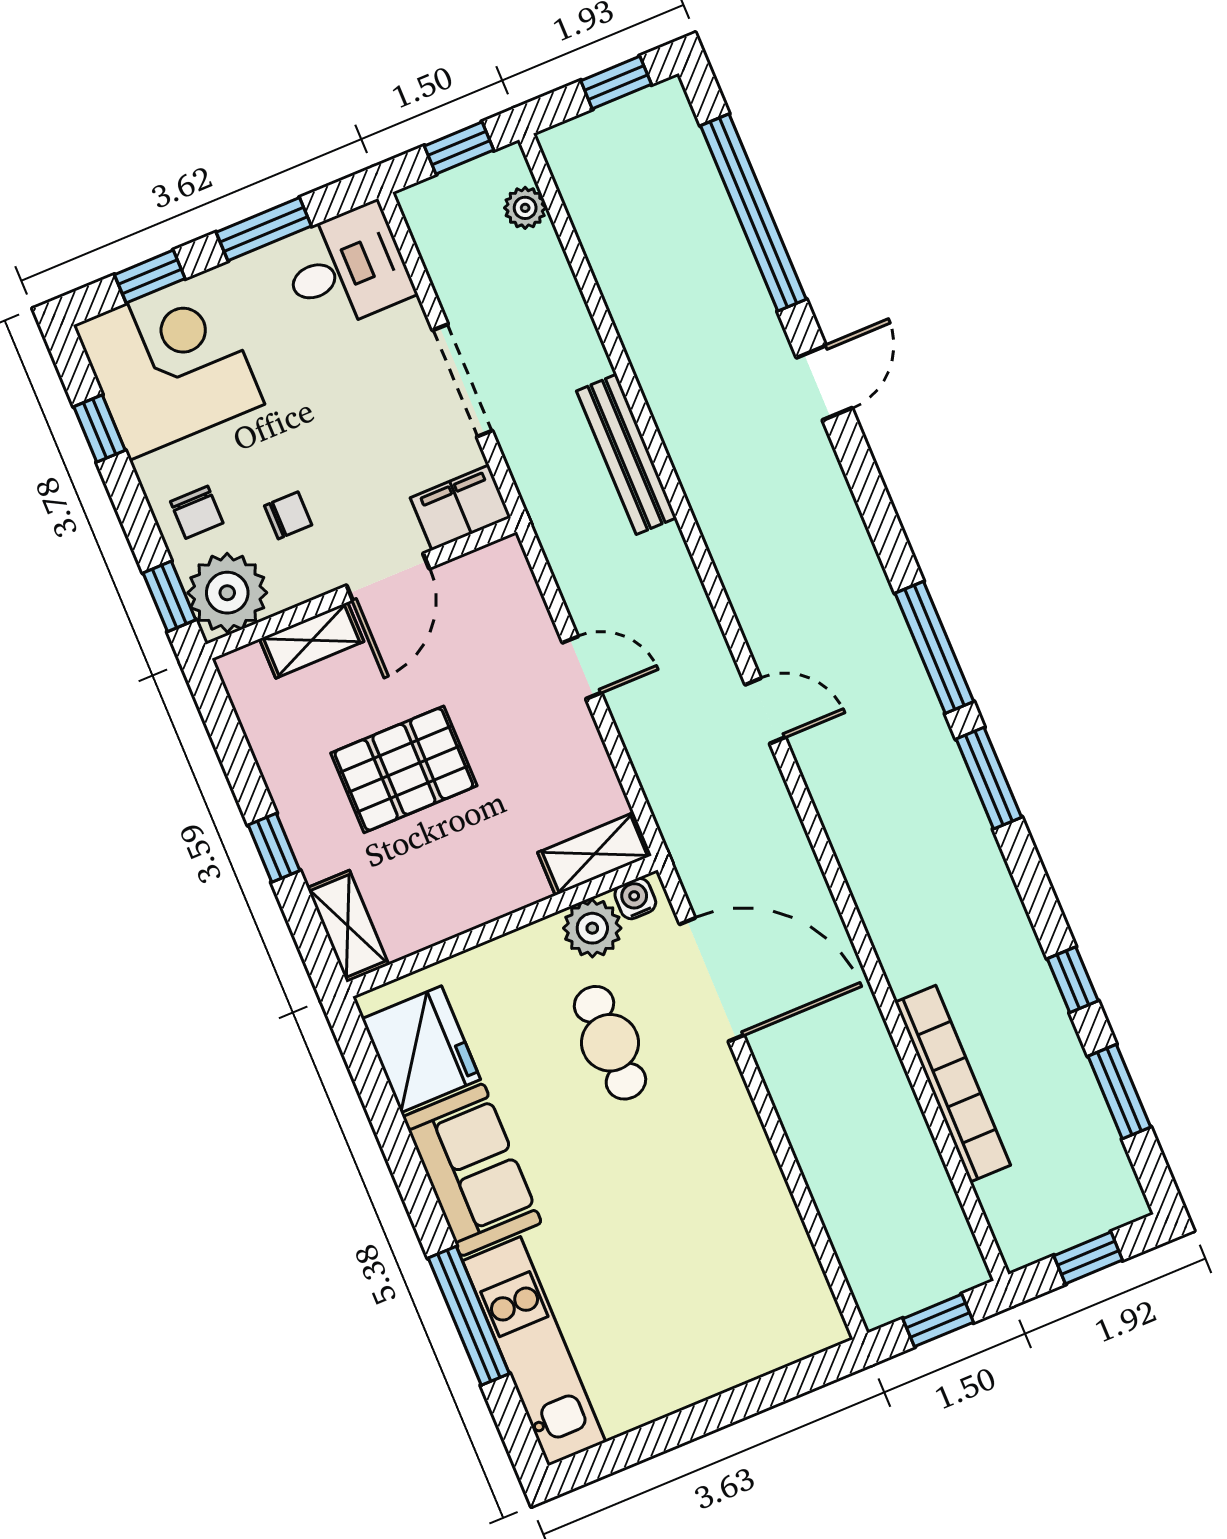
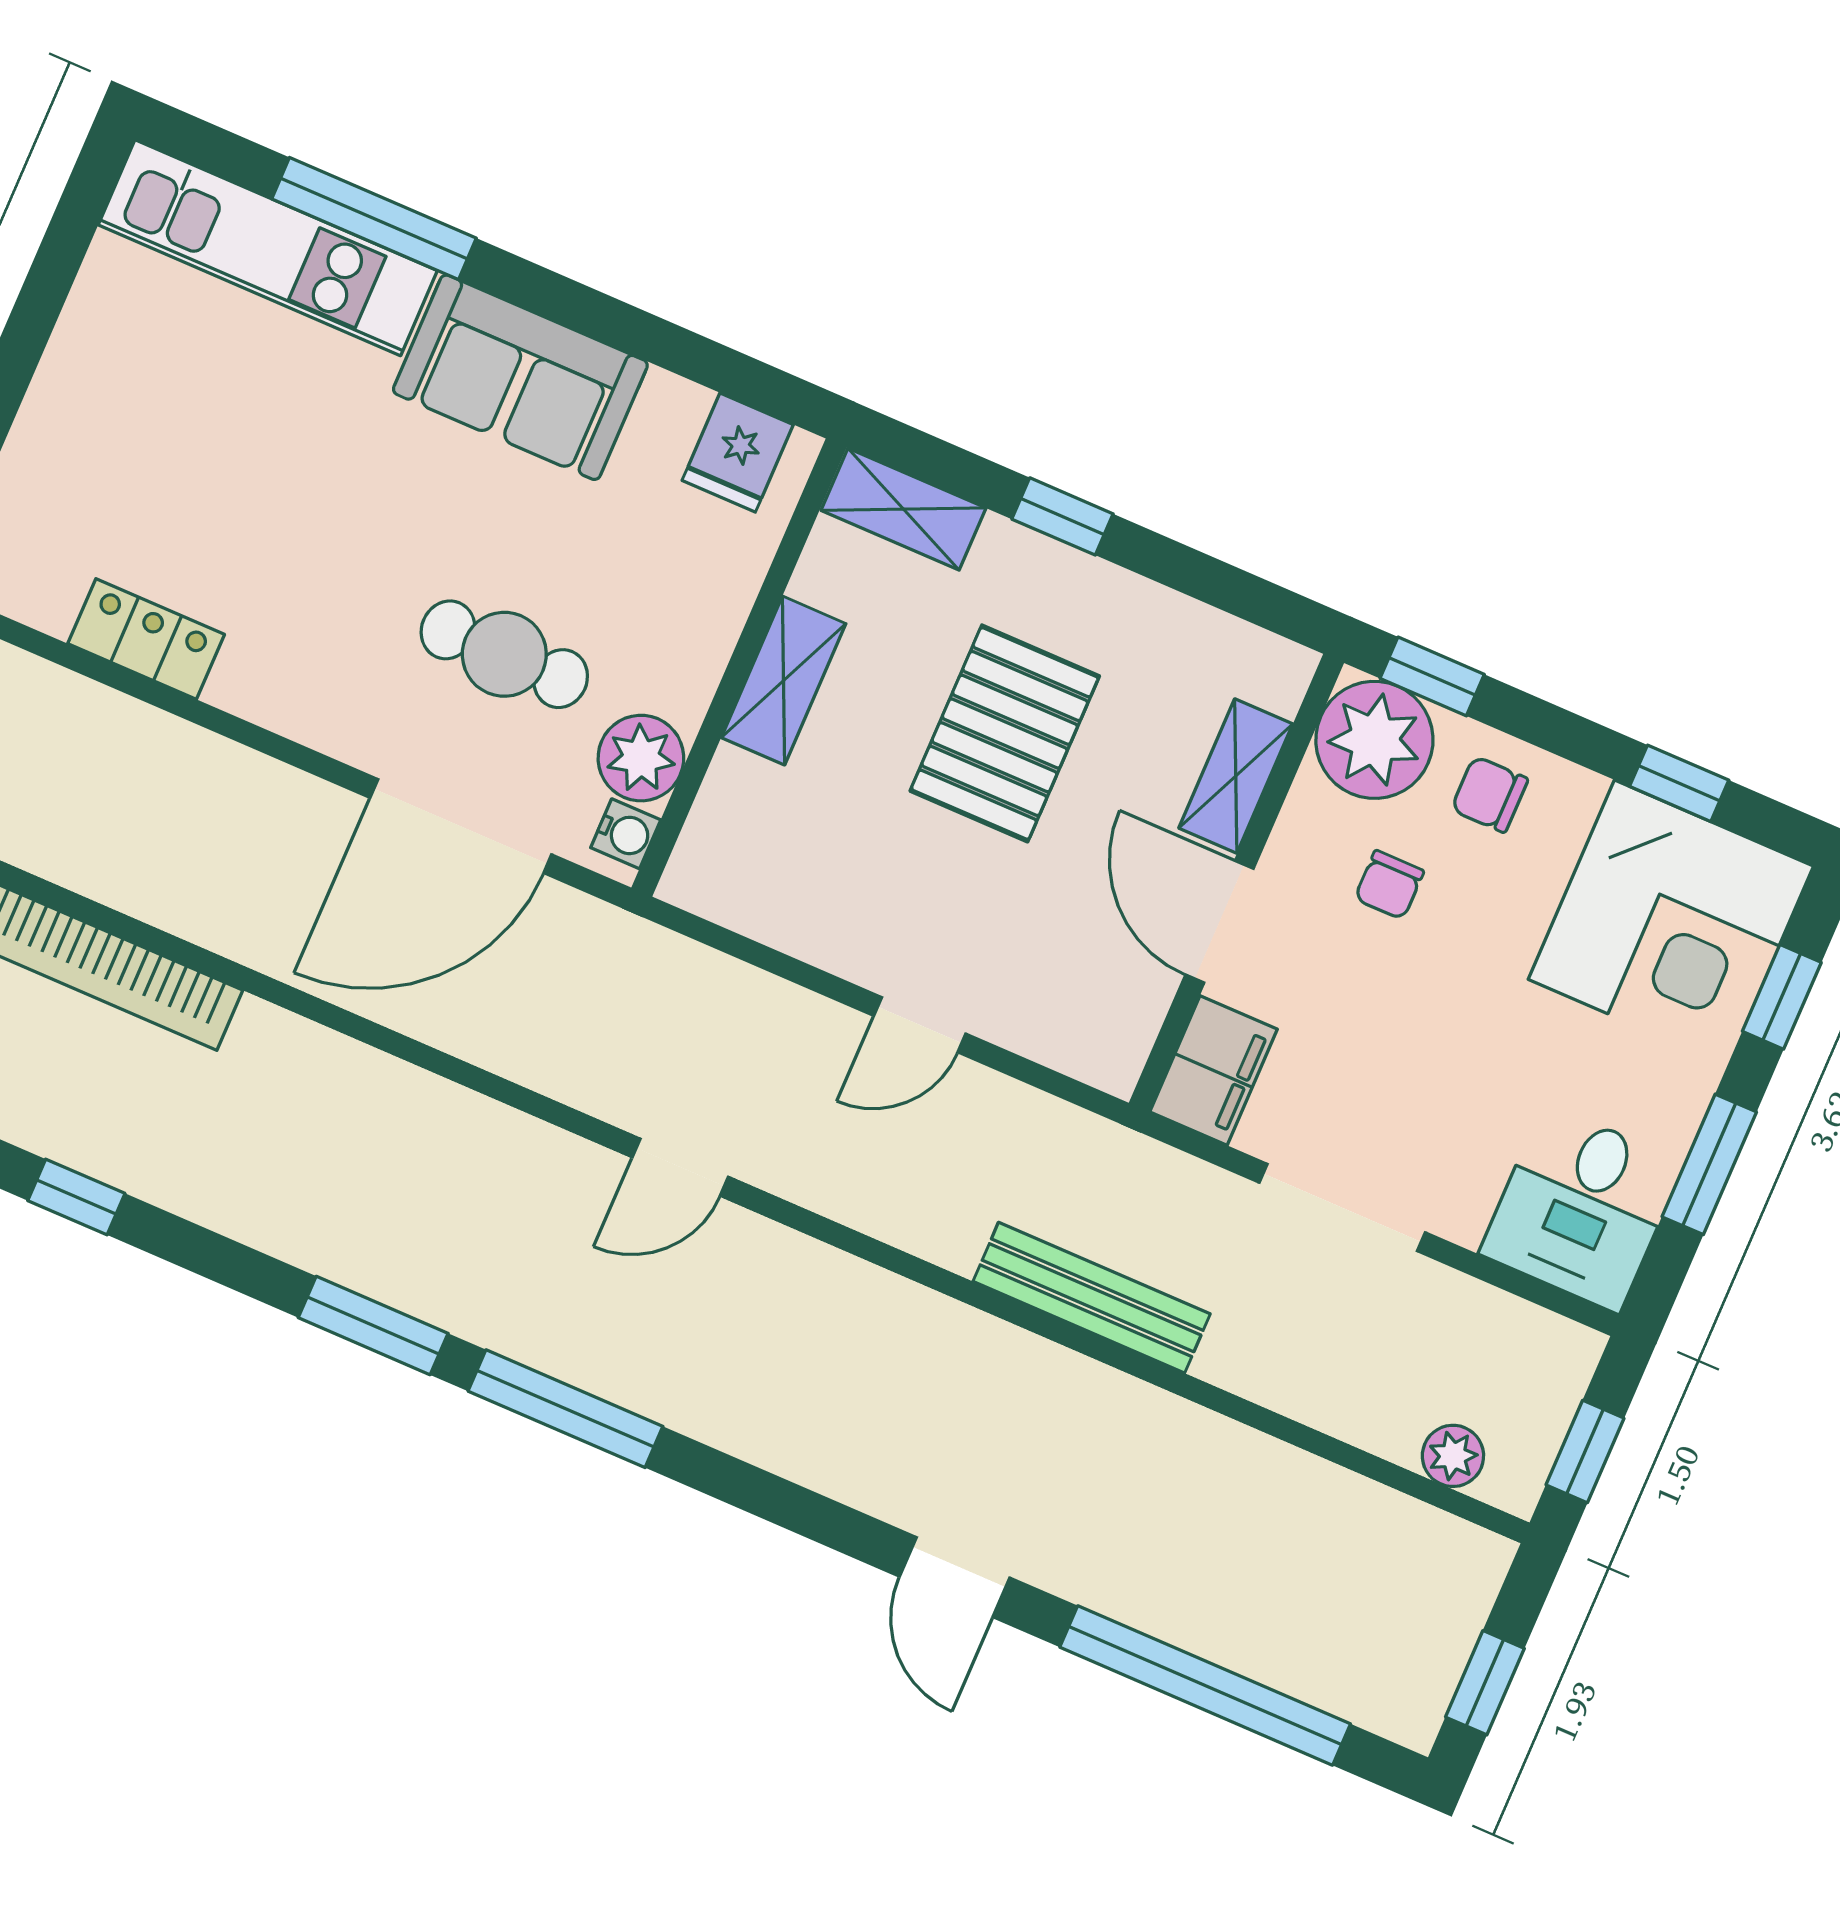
shelving: (595, 854) -> (784, 681), moved
fridge: (421, 1049) -> (738, 452), width x0.53, depth x0.75
locker: (777, 1218) -> (146, 639), added

